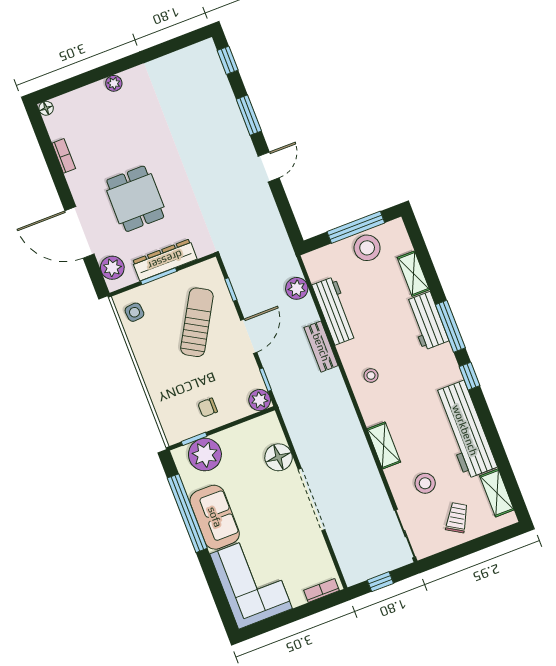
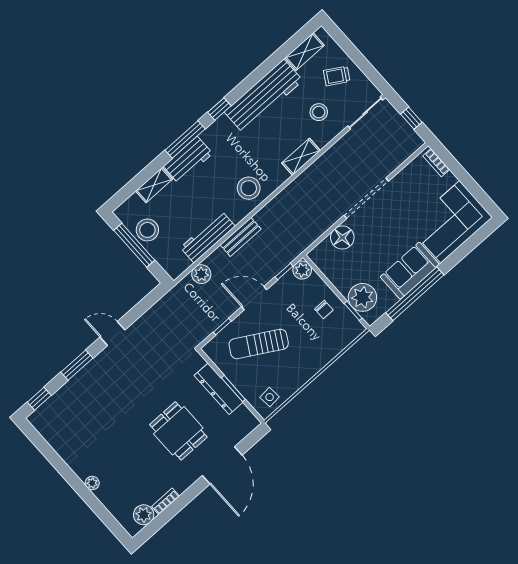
floor lamp: (46, 108) -> (133, 530), removed
dining table: (135, 199) -> (178, 431), turned 90
plant: (112, 268) -> (144, 515), moved
stool: (371, 375) -> (249, 188), width x1.89, depth x1.89

